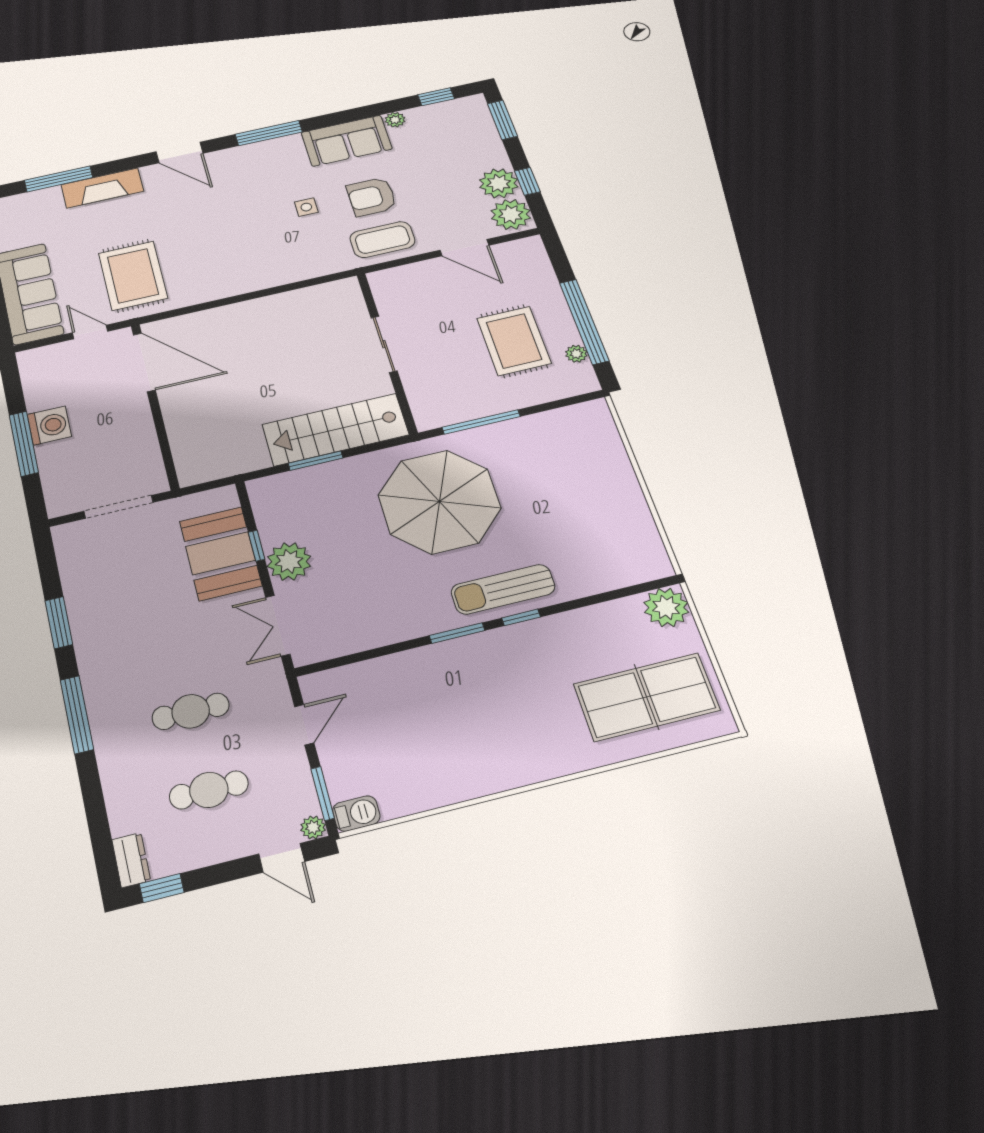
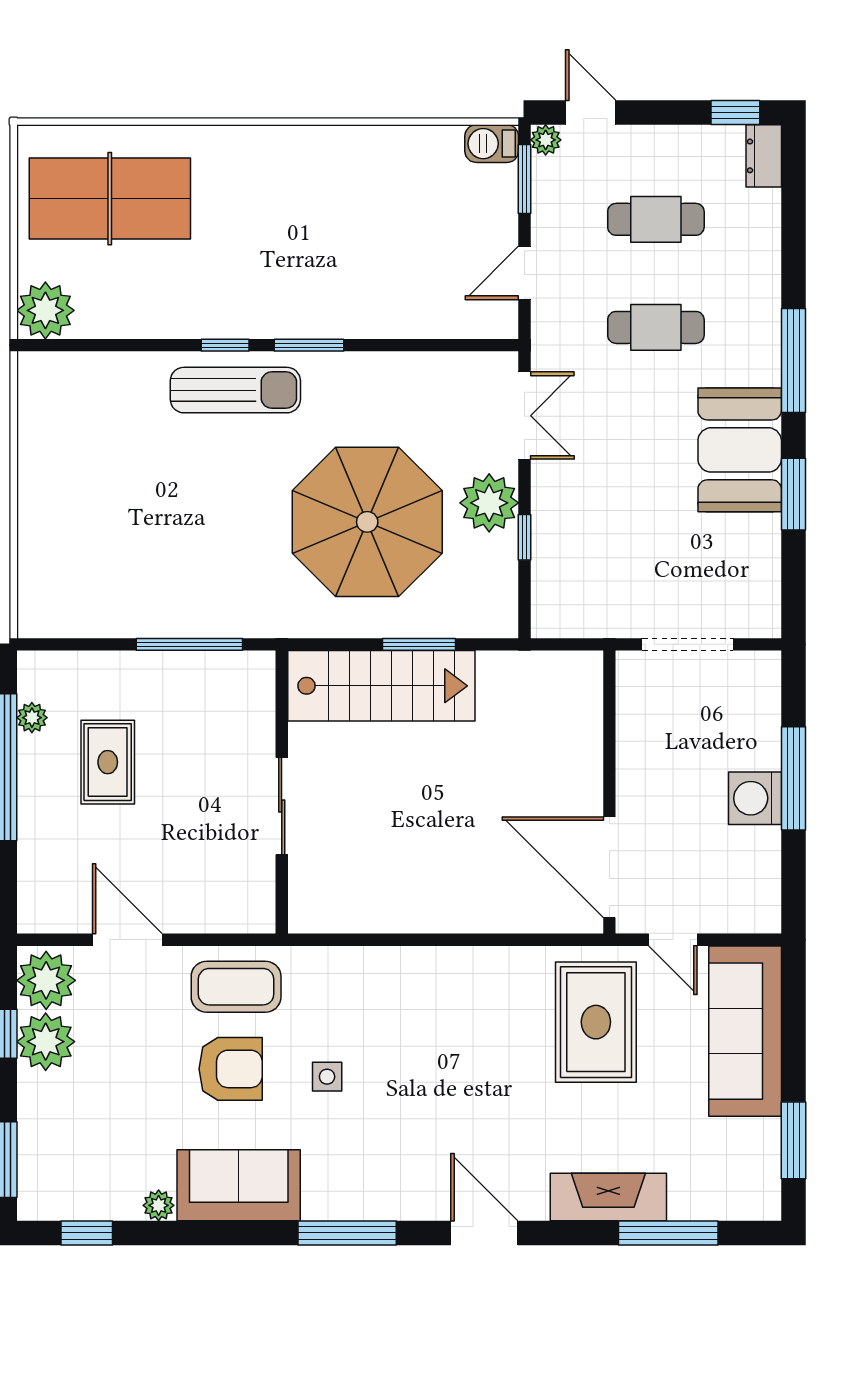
rug: (514, 341) -> (108, 762), width x0.73, depth x0.70
parasol: (439, 502) -> (367, 522), moved
booth: (221, 553) -> (740, 450), moved

